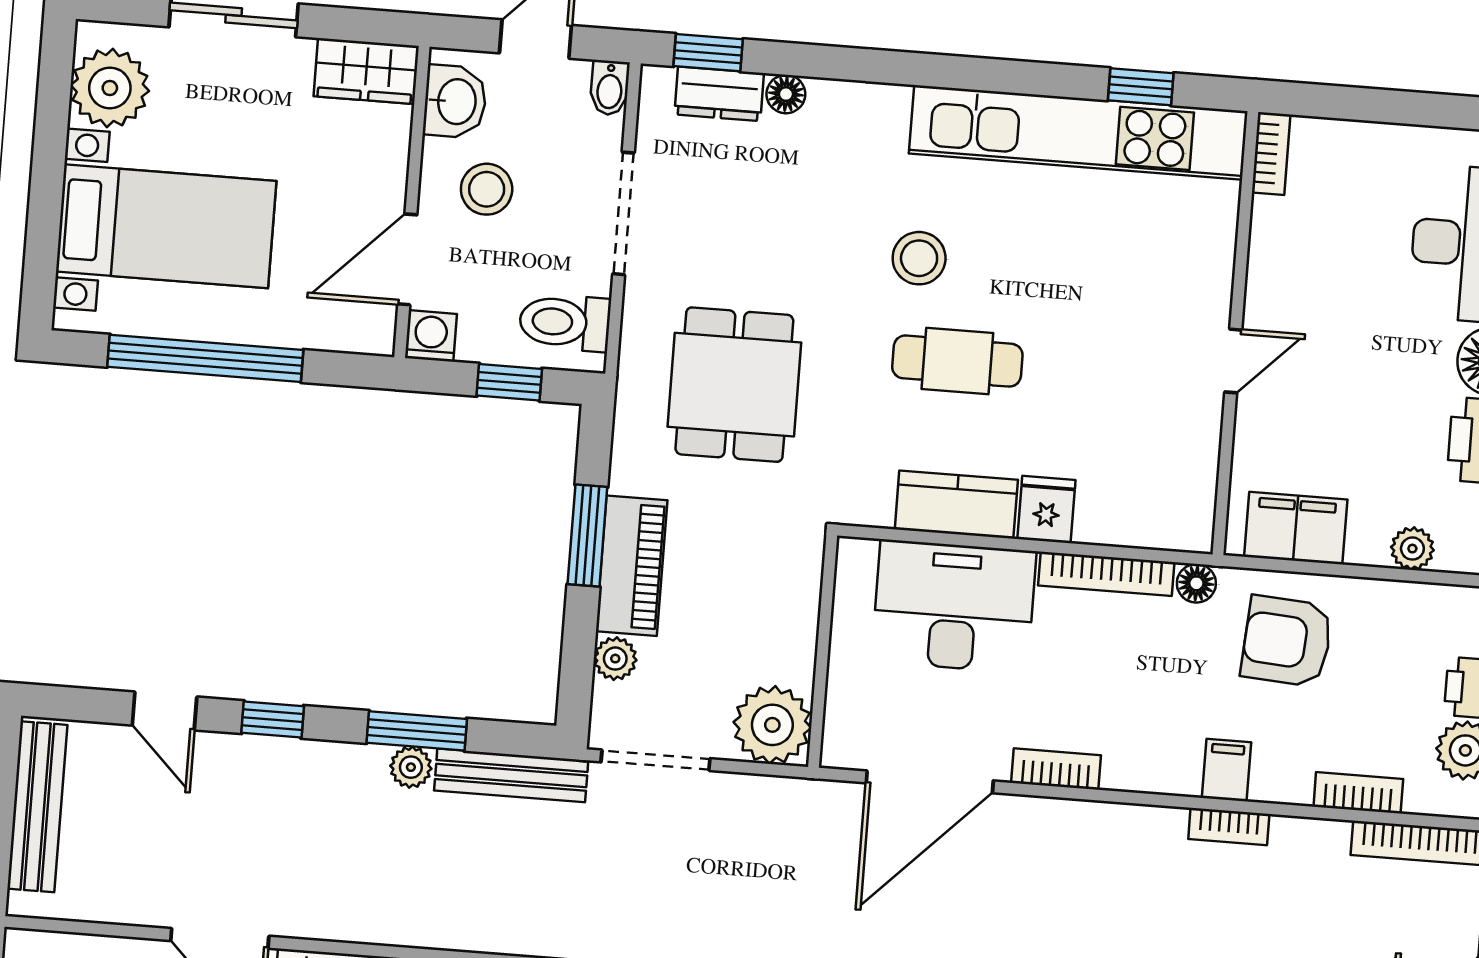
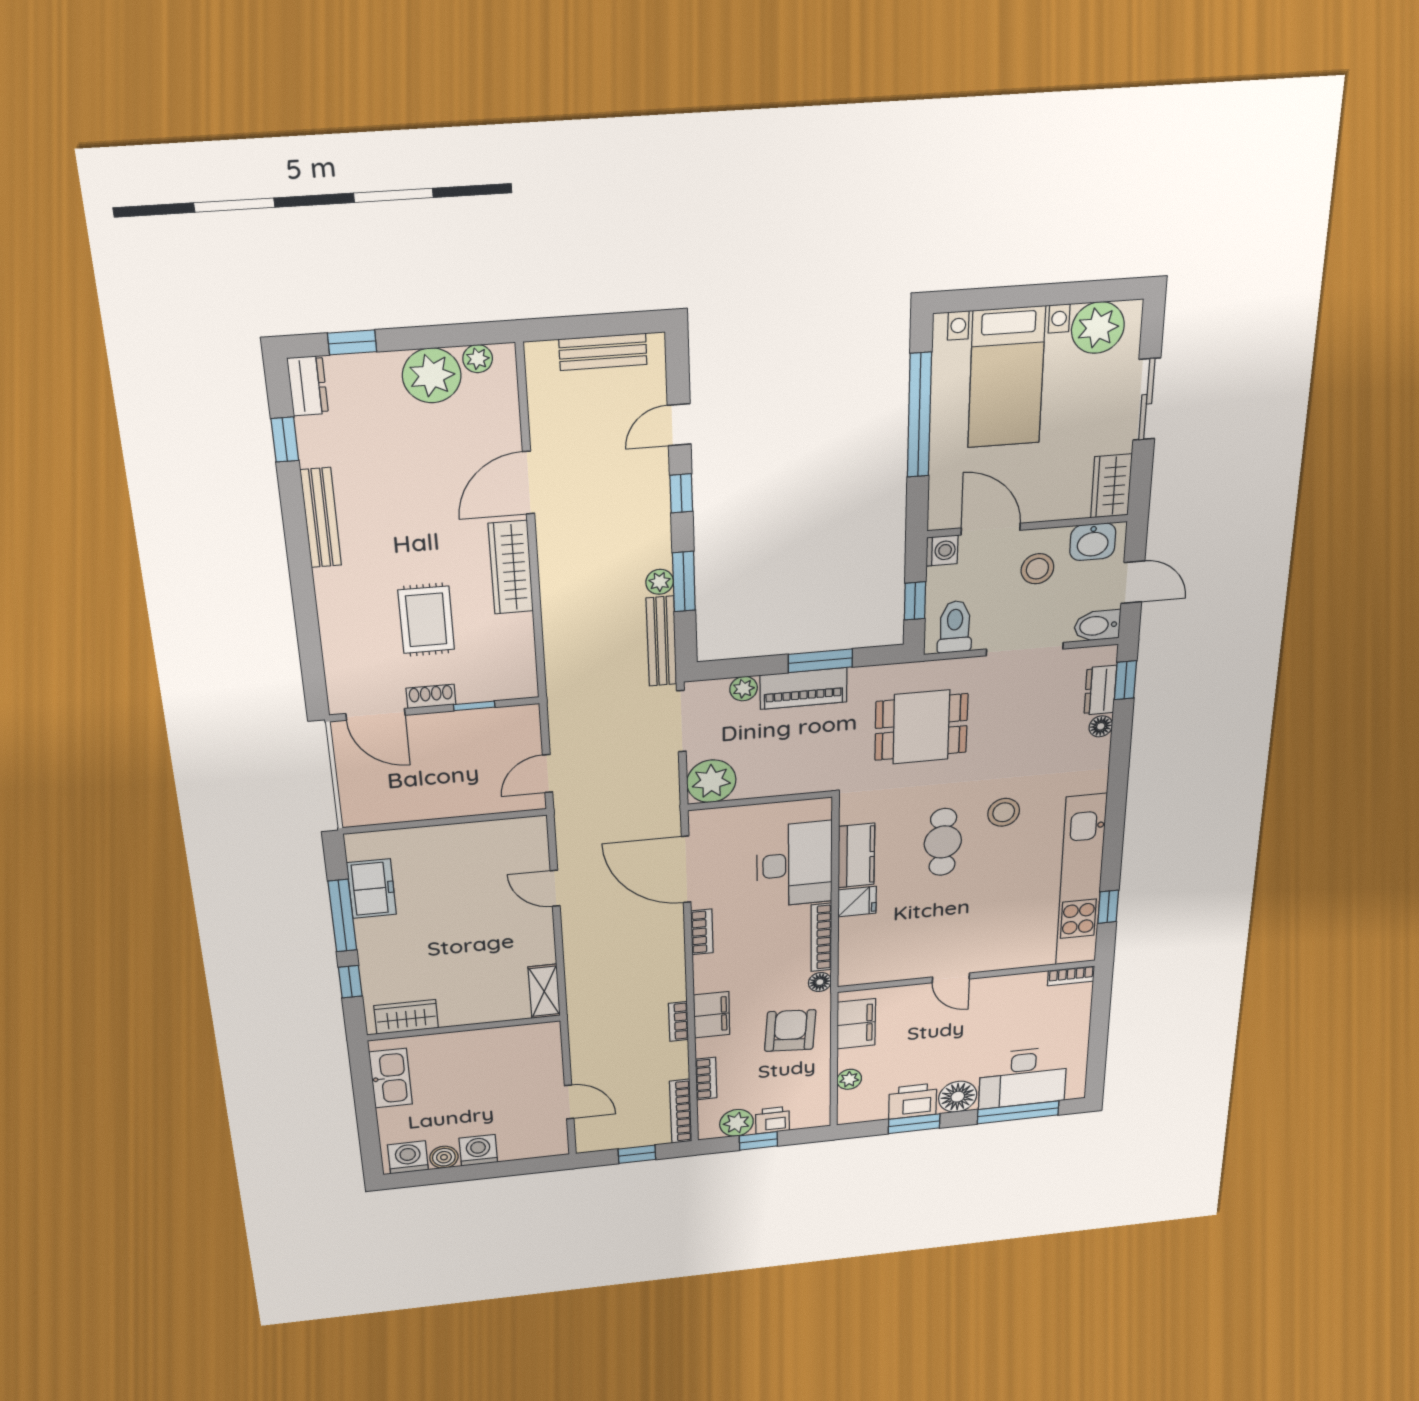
bidet: (610, 88) -> (1097, 626), width x1.38, depth x1.36
filing cabinet: (1226, 770) -> (712, 1015), width x2.00
bench: (37, 807) -> (603, 352), width x0.73

